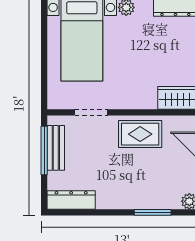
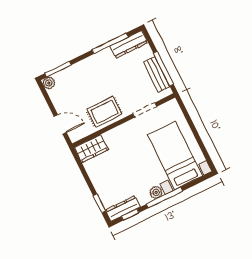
window: (93, 212) -> (110, 43), added
window: (153, 212) -> (58, 69), moved

